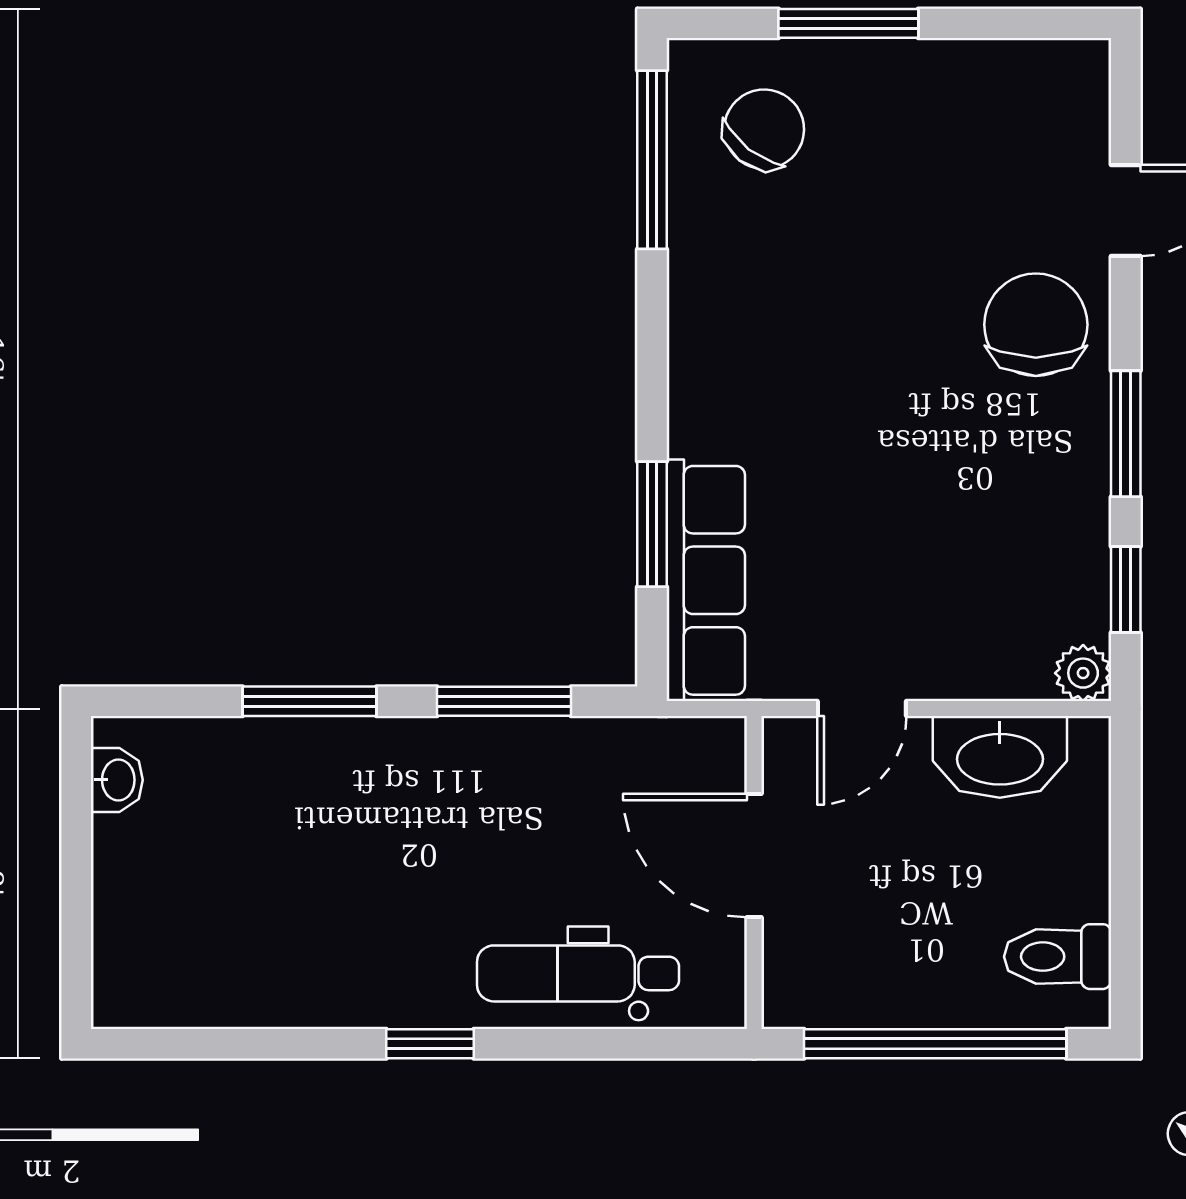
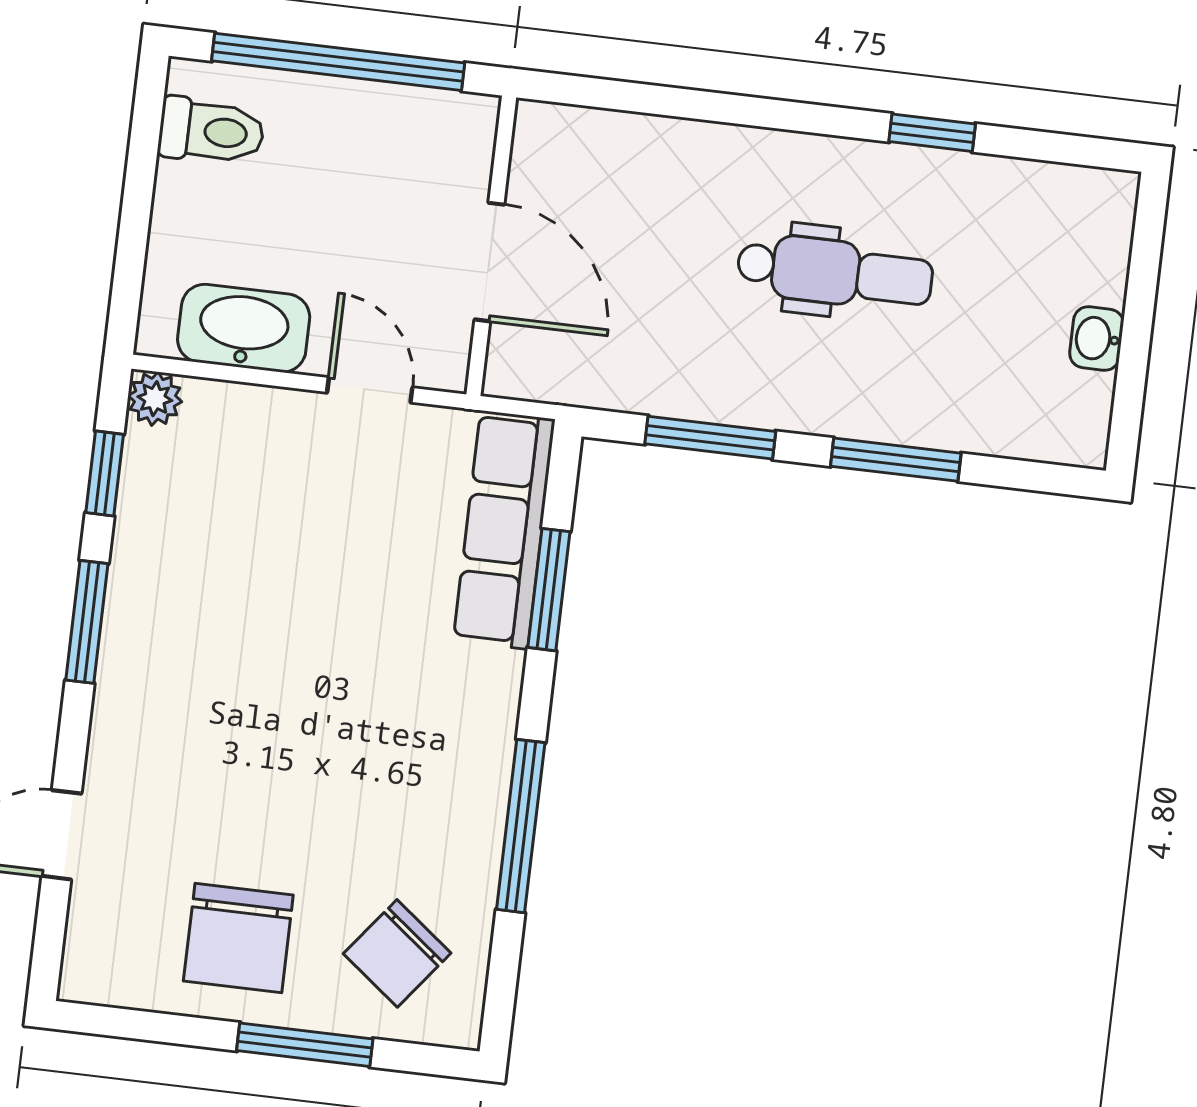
window: (652, 160) -> (521, 826), moved
chair: (1036, 325) -> (238, 938), moved
door: (862, 709) -> (370, 390), hinge flipped
washbasin: (117, 780) -> (1096, 338), moved
dental chair: (578, 973) -> (835, 272), moved
window: (430, 1044) -> (932, 133), moved

